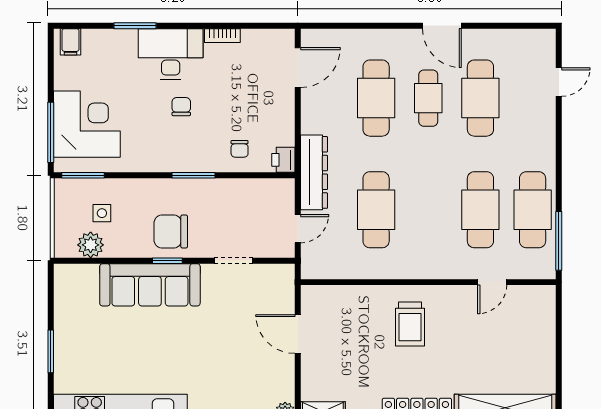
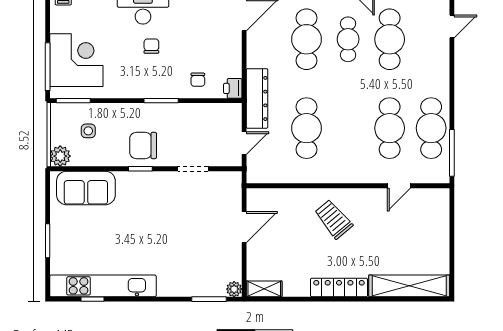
plant: (91, 245) -> (60, 156), moved
sofa: (150, 285) -> (86, 188), moved, width x0.73
trolley: (410, 324) -> (334, 219), turned 140
door: (298, 334) -> (244, 227), swing flipped

